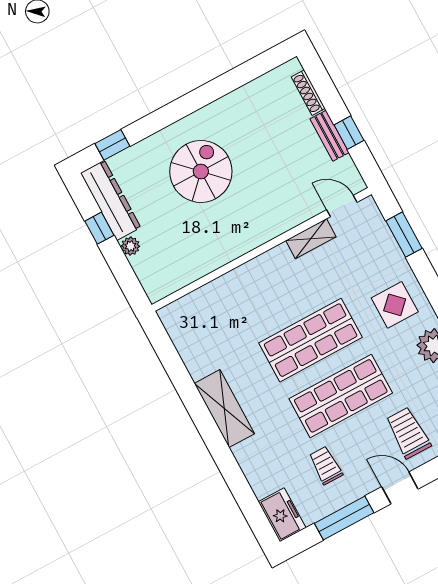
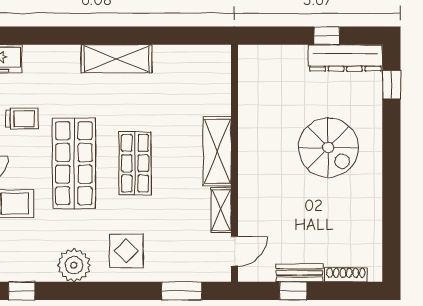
plant: (130, 246) -> (297, 54), removed
shelving: (259, 271) -> (217, 151), added
shop shelf: (311, 340) -> (135, 163), width x0.70, depth x0.74

